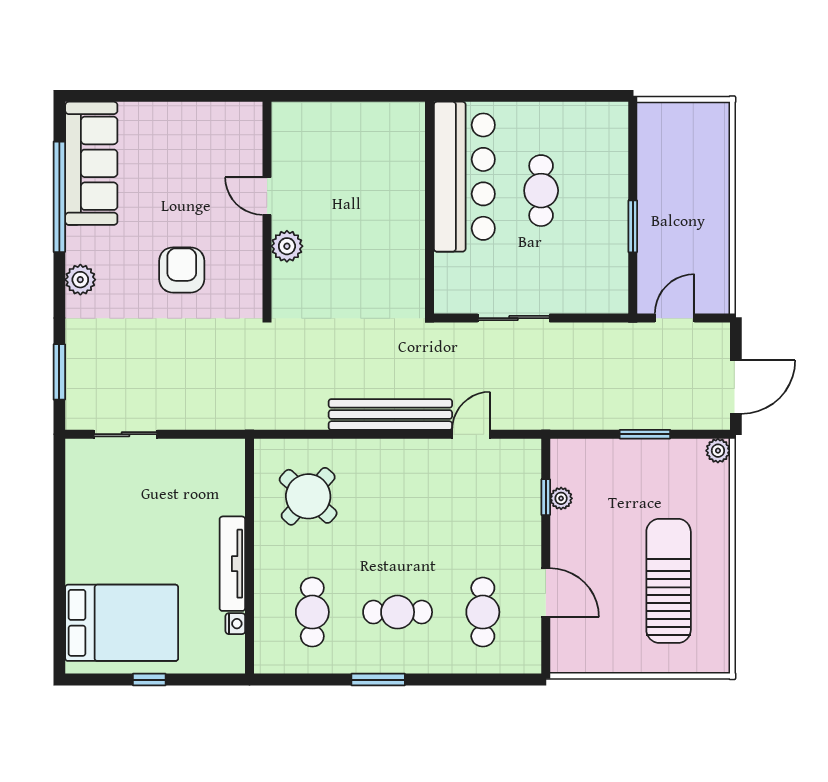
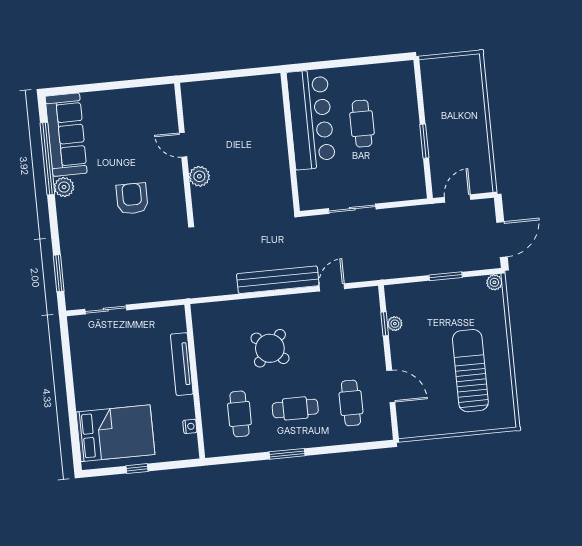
plant: (80, 280) -> (64, 187), moved
round table: (308, 496) -> (270, 348), moved
tv unit: (232, 564) -> (182, 364), moved

